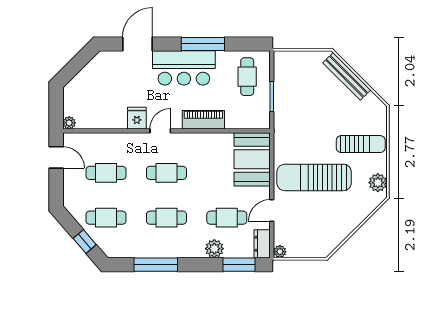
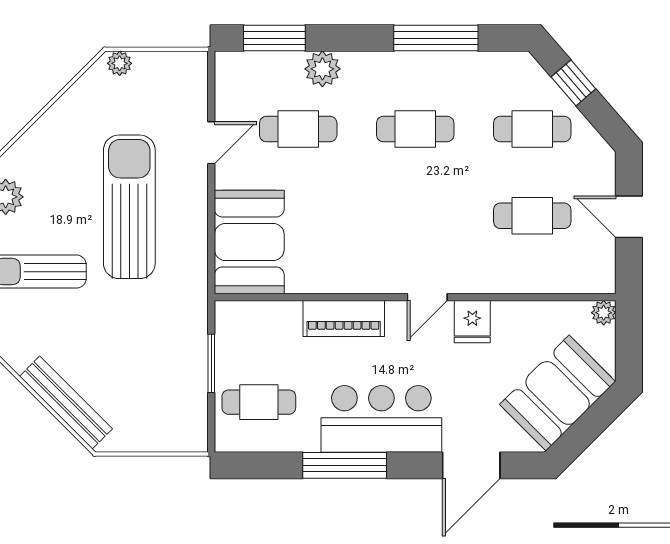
cafe table: (247, 77) -> (259, 402), turned 90
booth: (93, 81) -> (558, 393), added
door: (56, 157) -> (629, 217), moved
cafe table: (166, 173) -> (415, 216), removed
sun lounger: (314, 177) -> (129, 207), turned -90
dresser: (262, 244) -> (230, 78), removed
plant: (280, 252) -> (120, 63), moved

